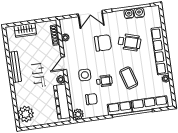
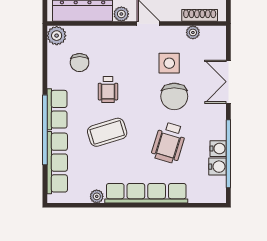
side table: (85, 75) -> (169, 63), moved

